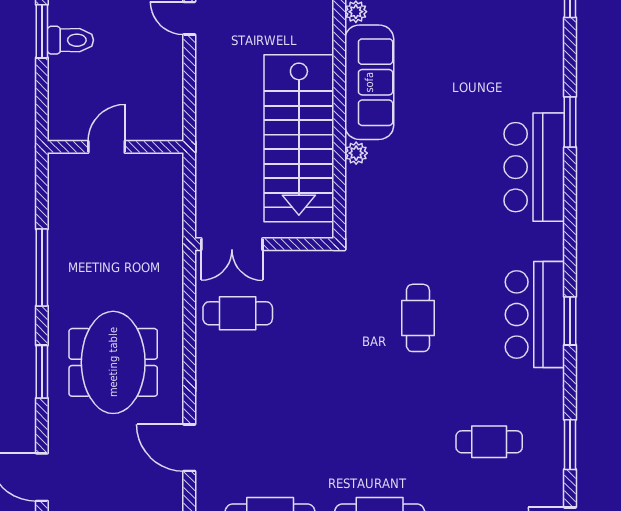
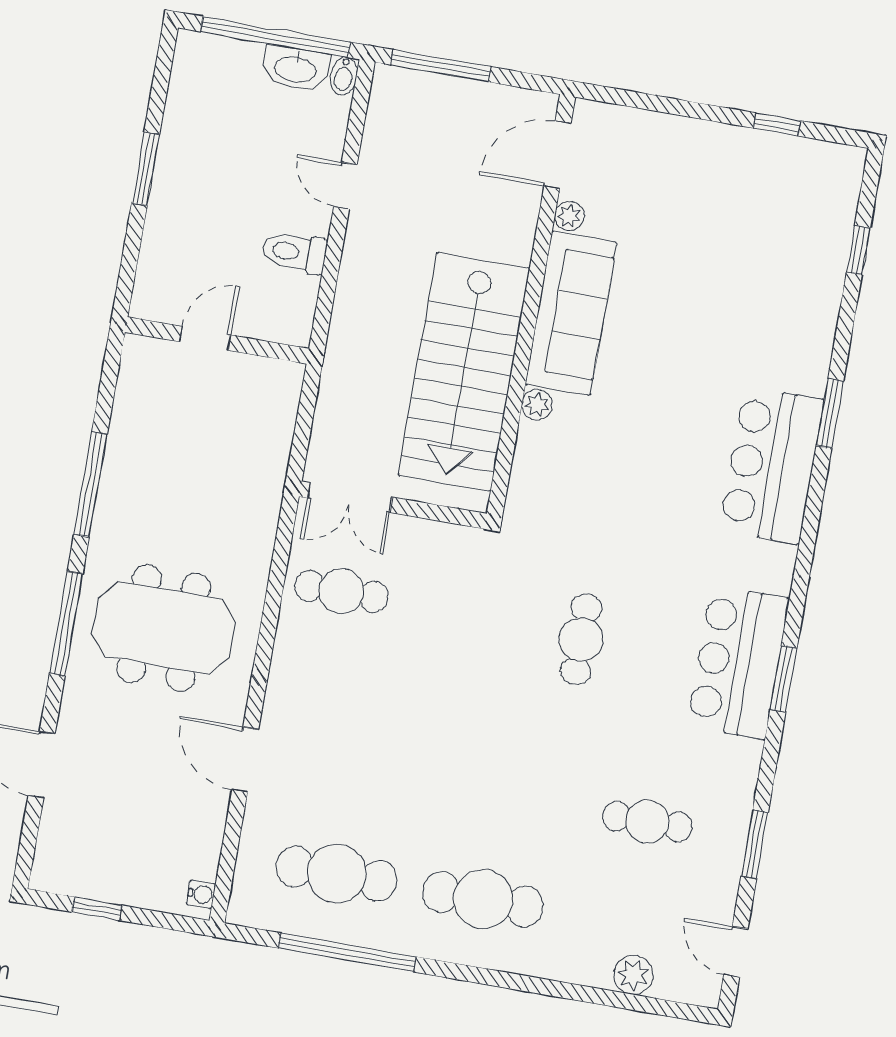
toilet: (70, 40) -> (294, 252), moved, turned 180
meeting table: (113, 362) -> (164, 628), turned 90
window: (42, 372) -> (66, 624), width x1.44

